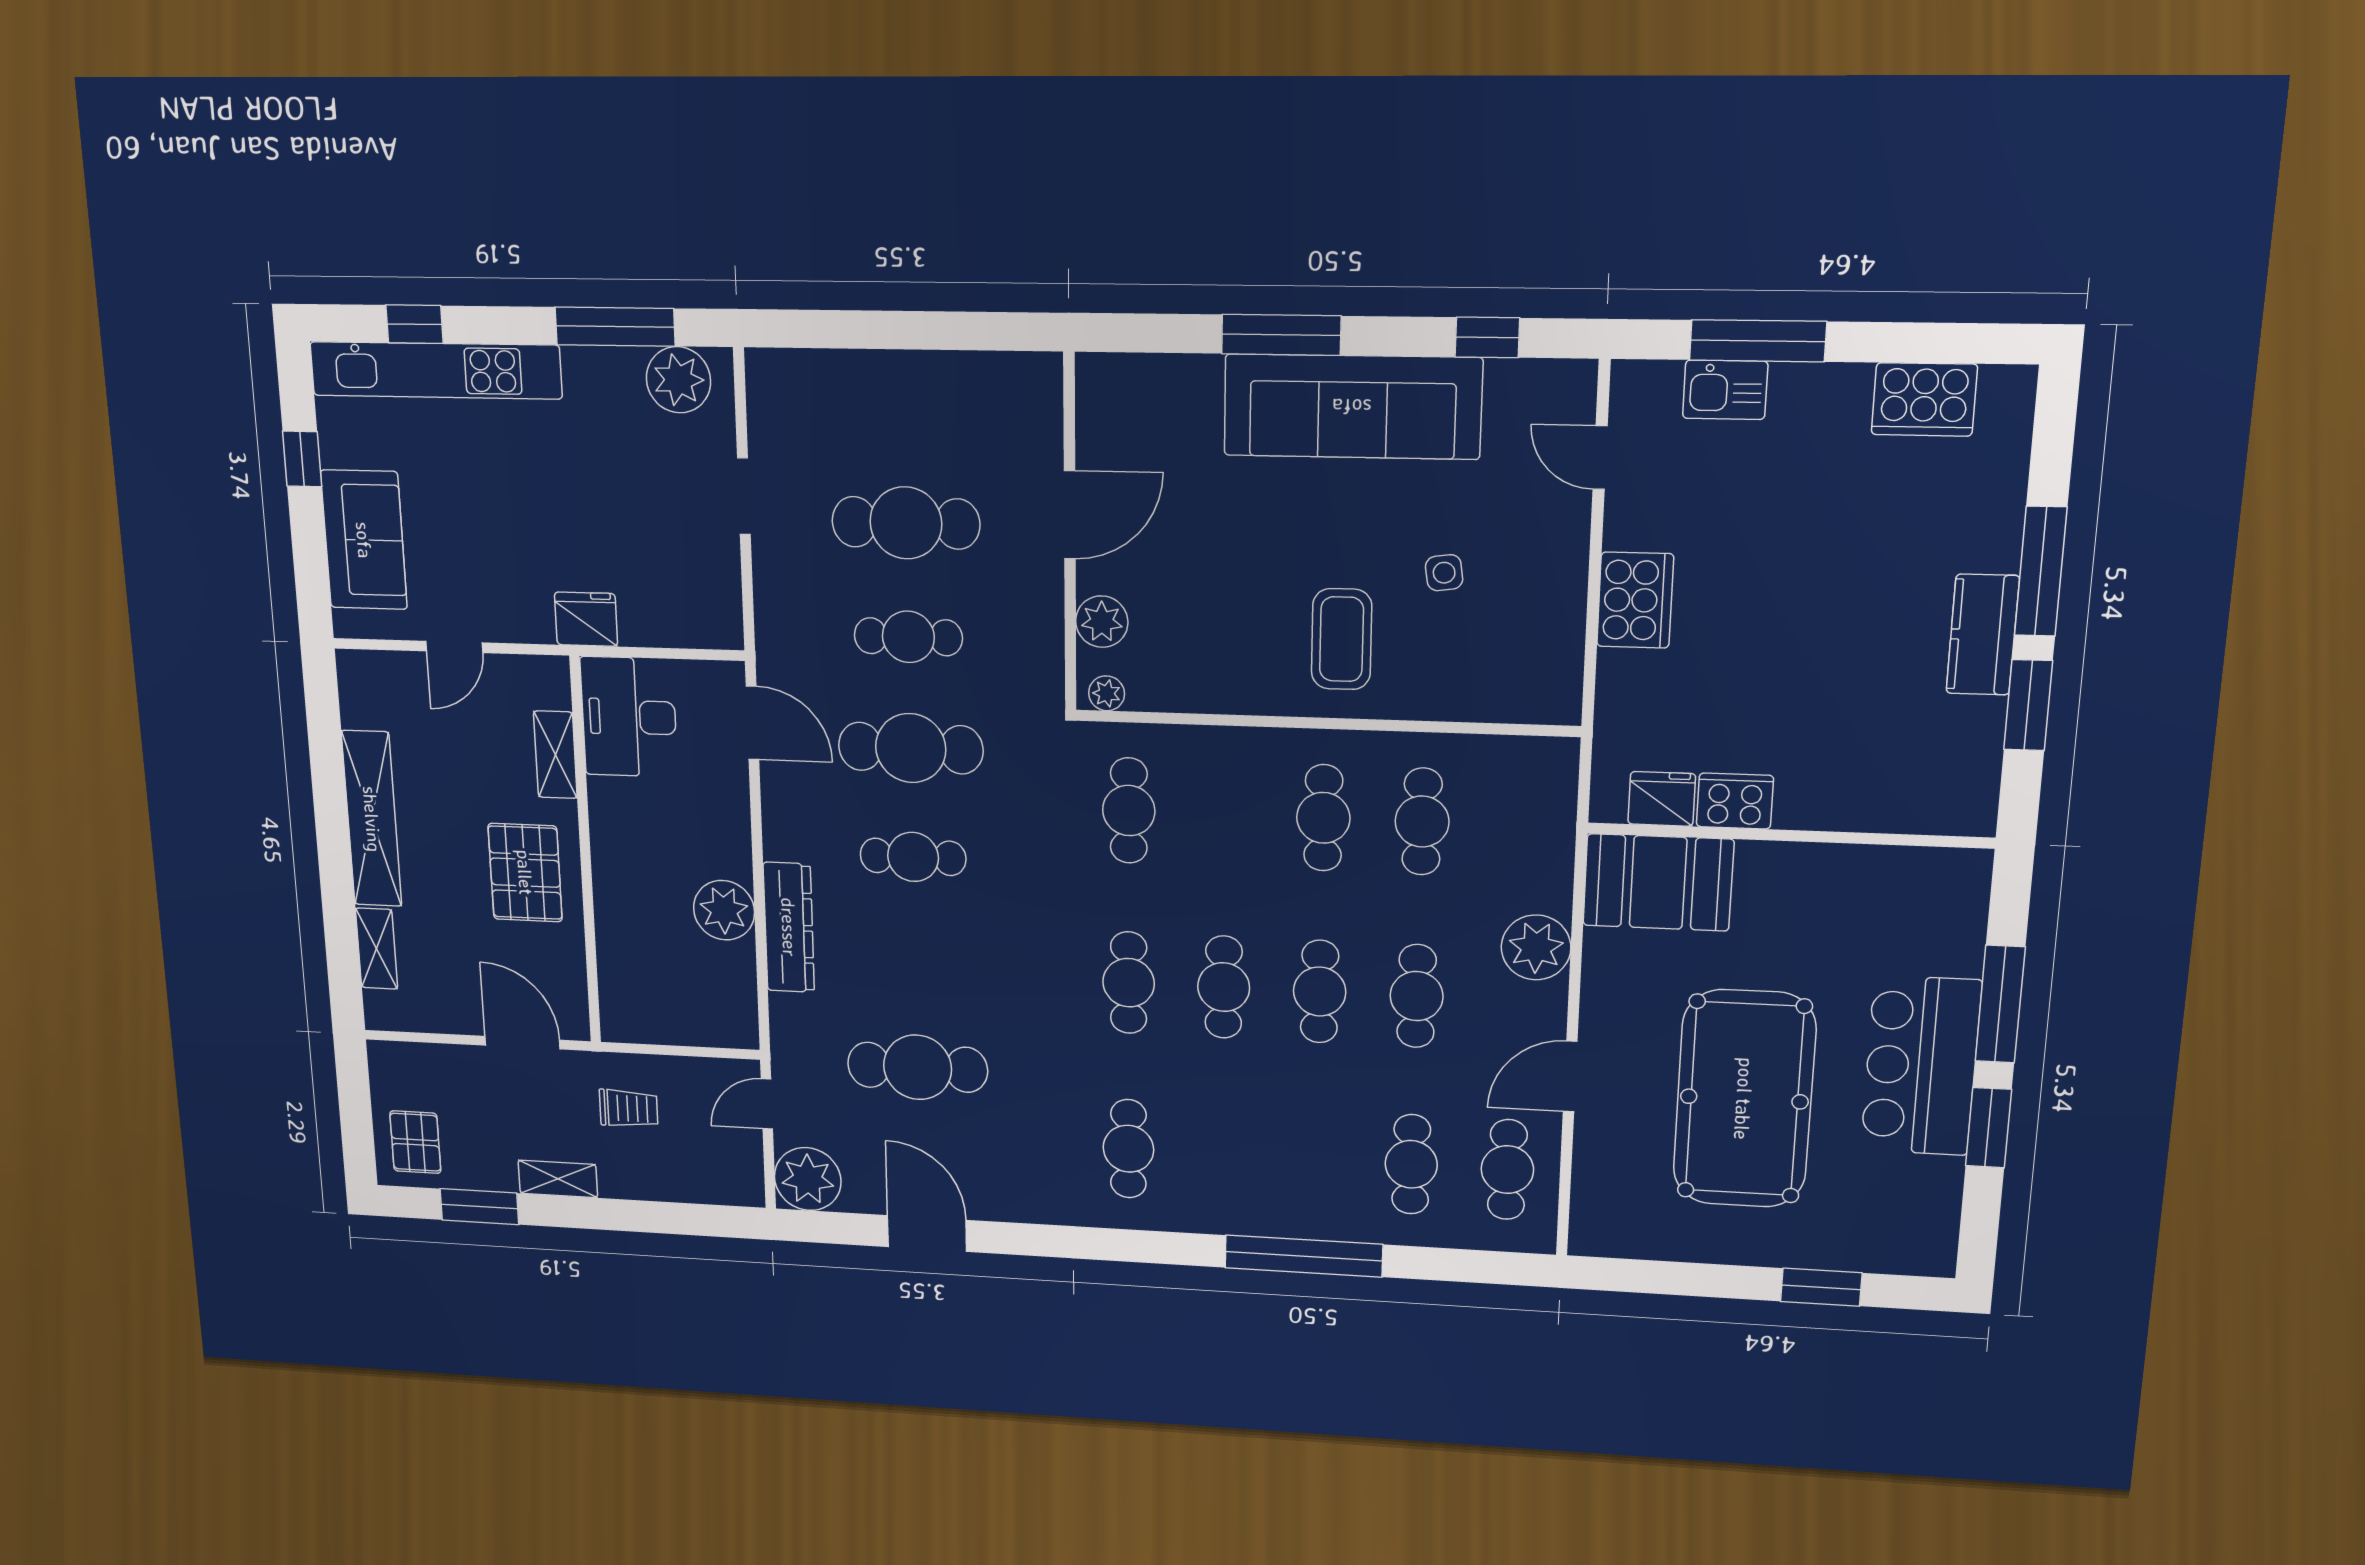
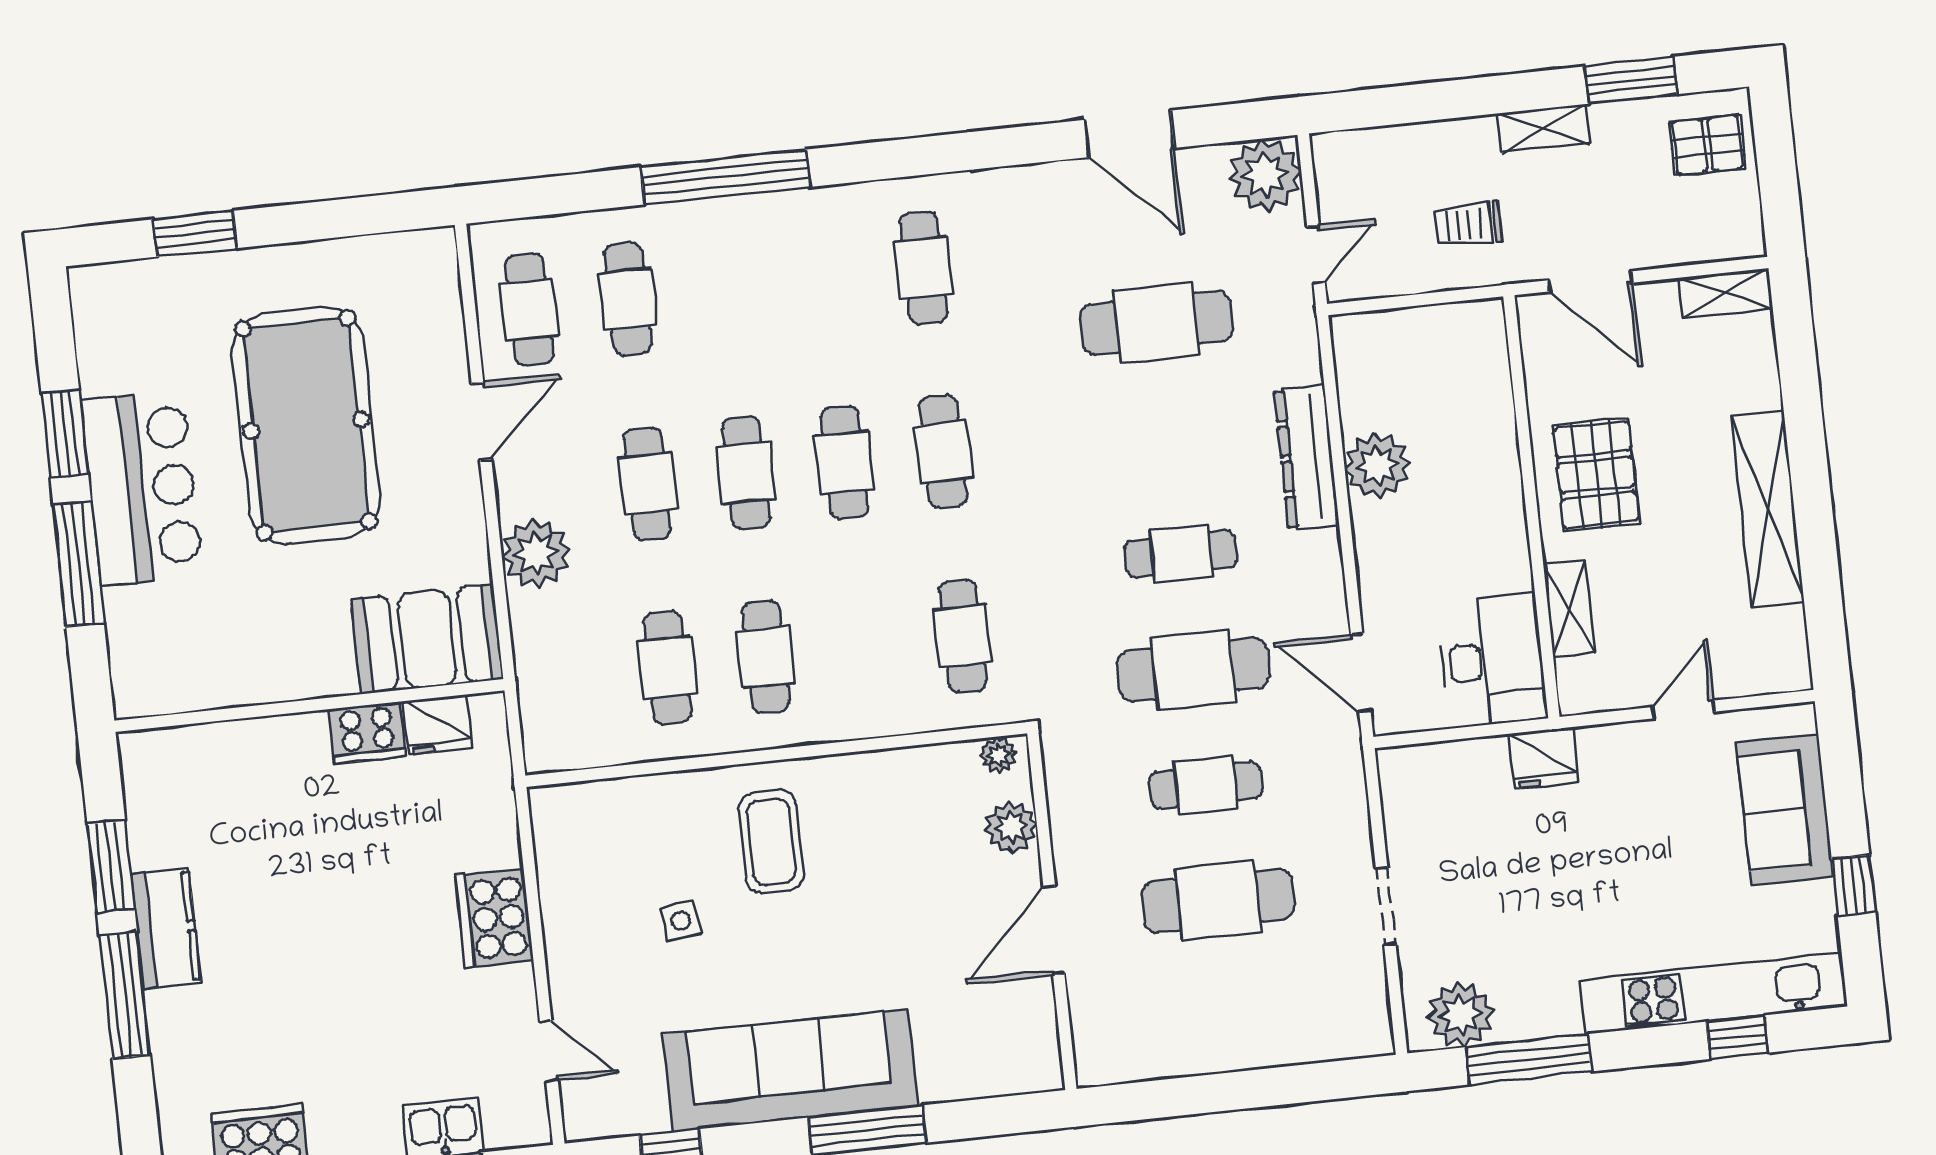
shelving: (377, 949) -> (1726, 293), moved, turned 90
pallet: (415, 1142) -> (1707, 145), turned 90

